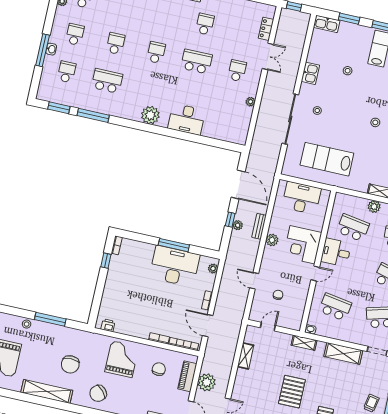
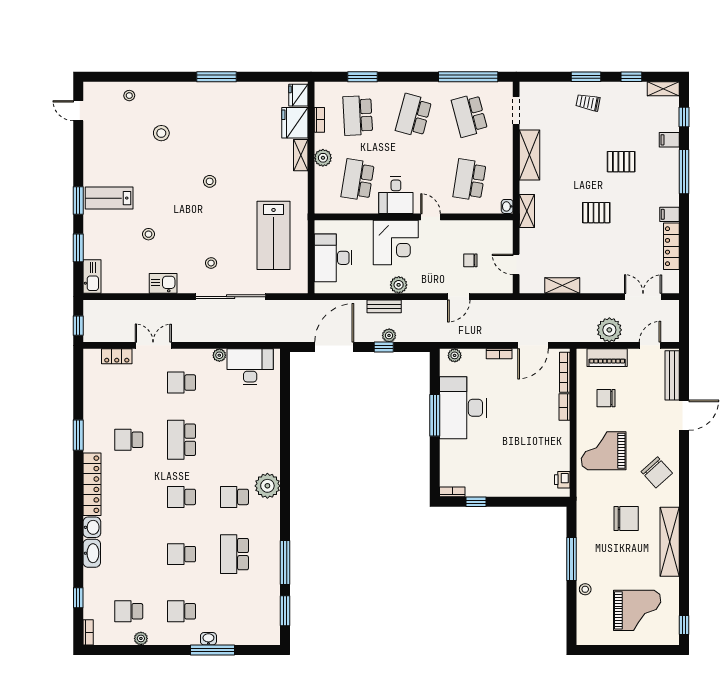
school desk: (67, 72) -> (234, 497), moved
desk: (187, 119) -> (250, 367), moved, turned -90
pallet: (292, 392) -> (596, 213), width x0.67, depth x0.71

